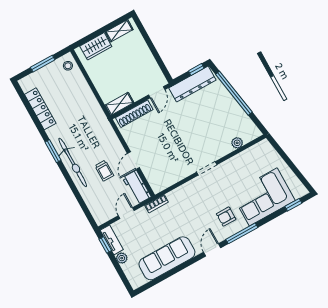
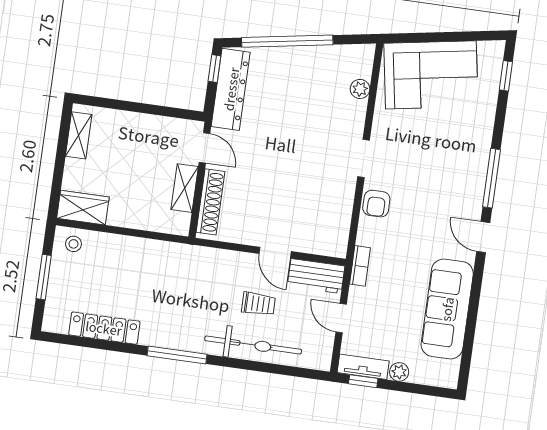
wardrobe: (96, 46) -> (83, 208), moved, turned -90
shelving: (119, 104) -> (185, 188), moved
window: (53, 151) -> (177, 355), width x1.44
bicycle: (73, 162) -> (253, 345), moved
corner sofa: (263, 197) -> (431, 75), moved, turned -100
armchair: (226, 217) -> (376, 204), moved

